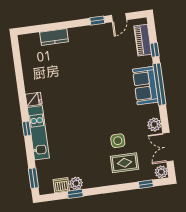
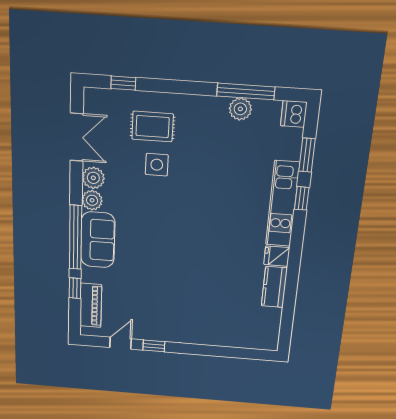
kitchen counter: (54, 37) -> (274, 287), moved, turned -90
window: (27, 129) -> (302, 198), moved
plant: (161, 172) -> (92, 200), moved
window: (33, 178) -> (307, 155), moved
dishwasher: (61, 185) -> (294, 114), moved, turned 90
window: (75, 194) -> (246, 91), width x2.17

